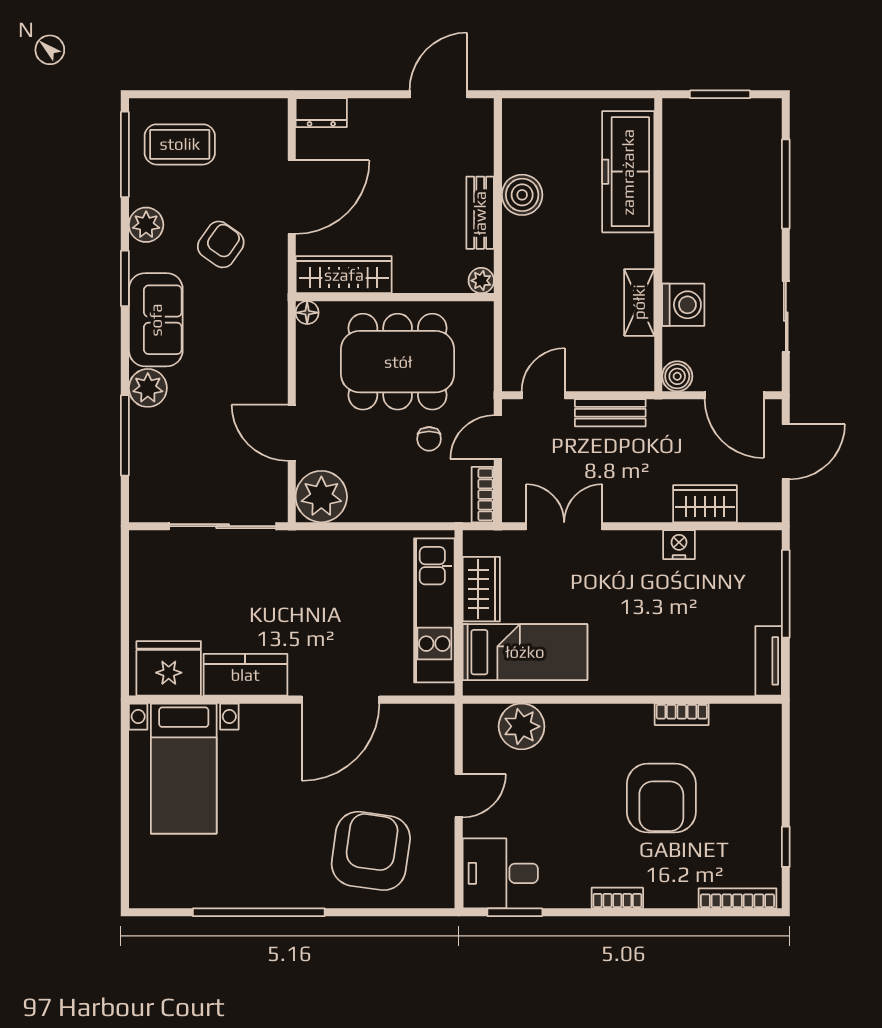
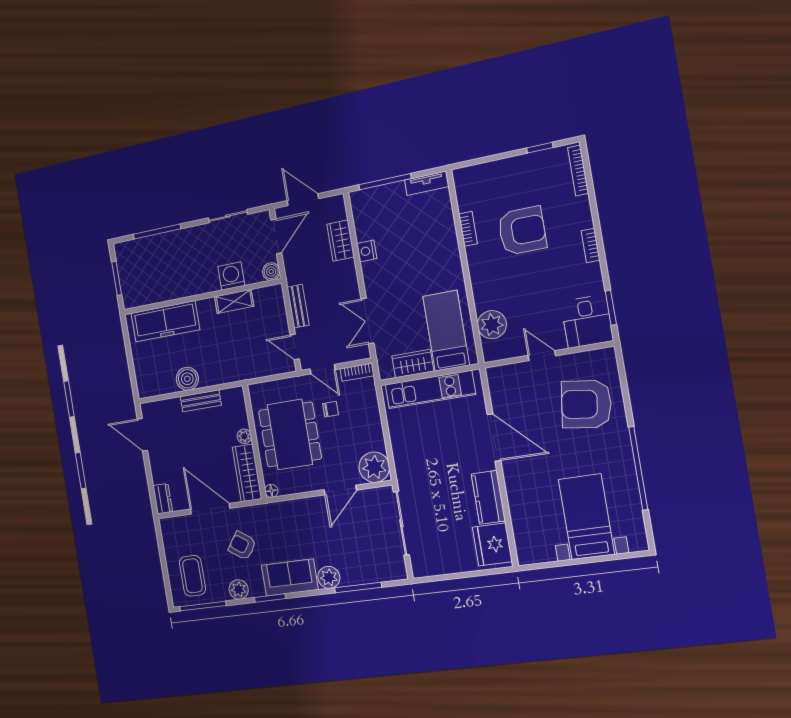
plant: (481, 281) -> (244, 436), moved
bed with nightstands: (184, 769) -> (586, 517), moved, turned -90

